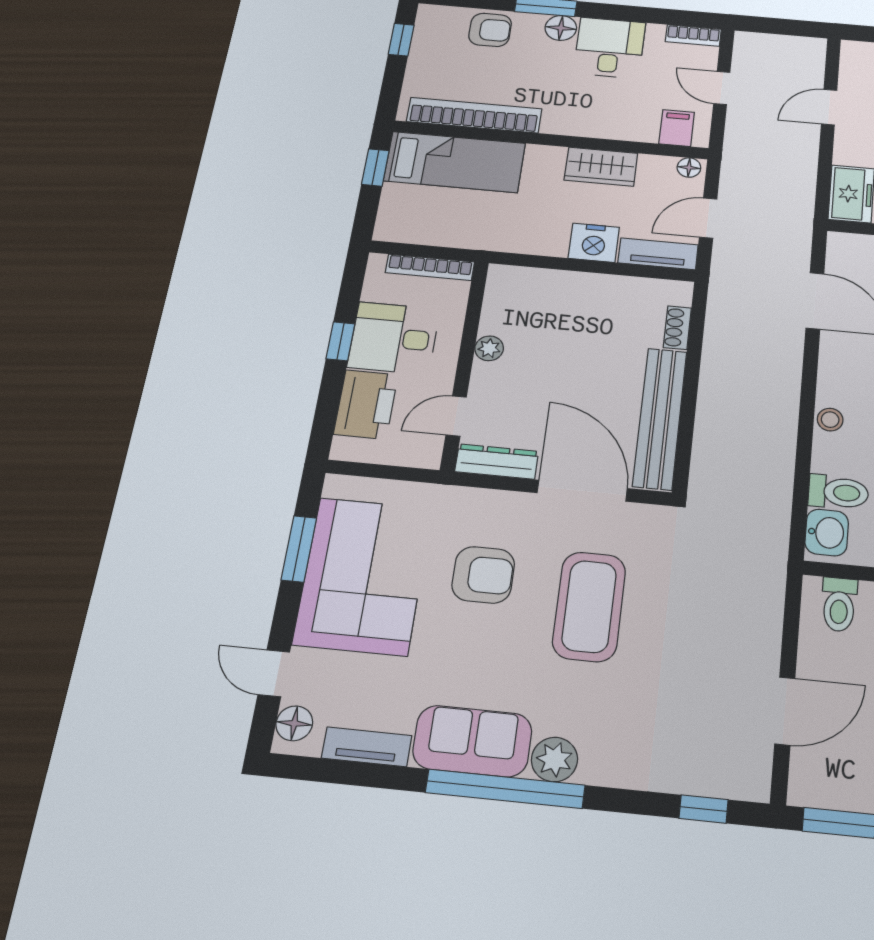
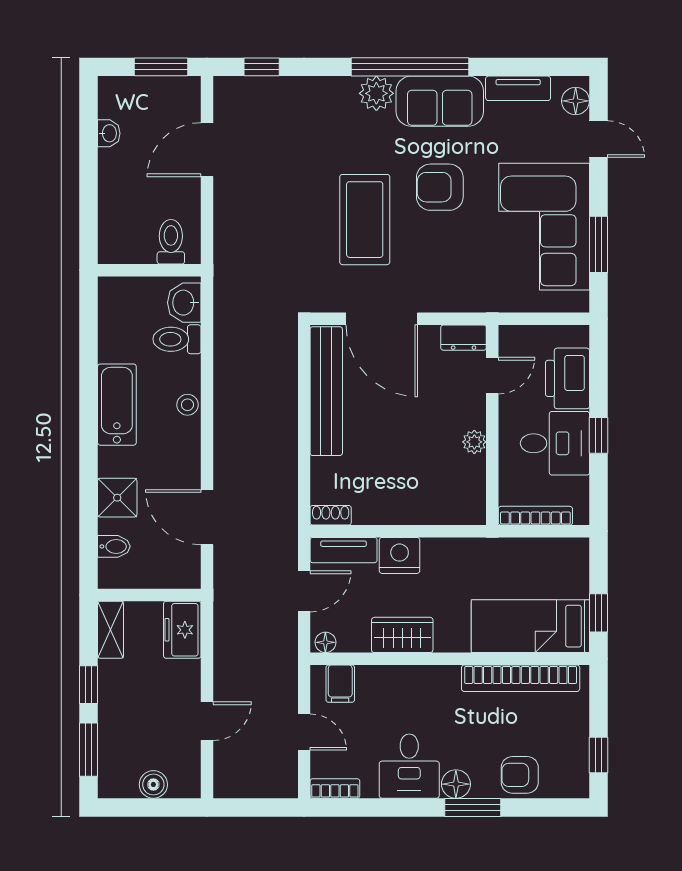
shoe rack: (677, 328) -> (331, 515), moved, turned -90
dresser: (497, 462) -> (464, 338), width x0.70
armchair: (483, 575) -> (440, 187), moved

